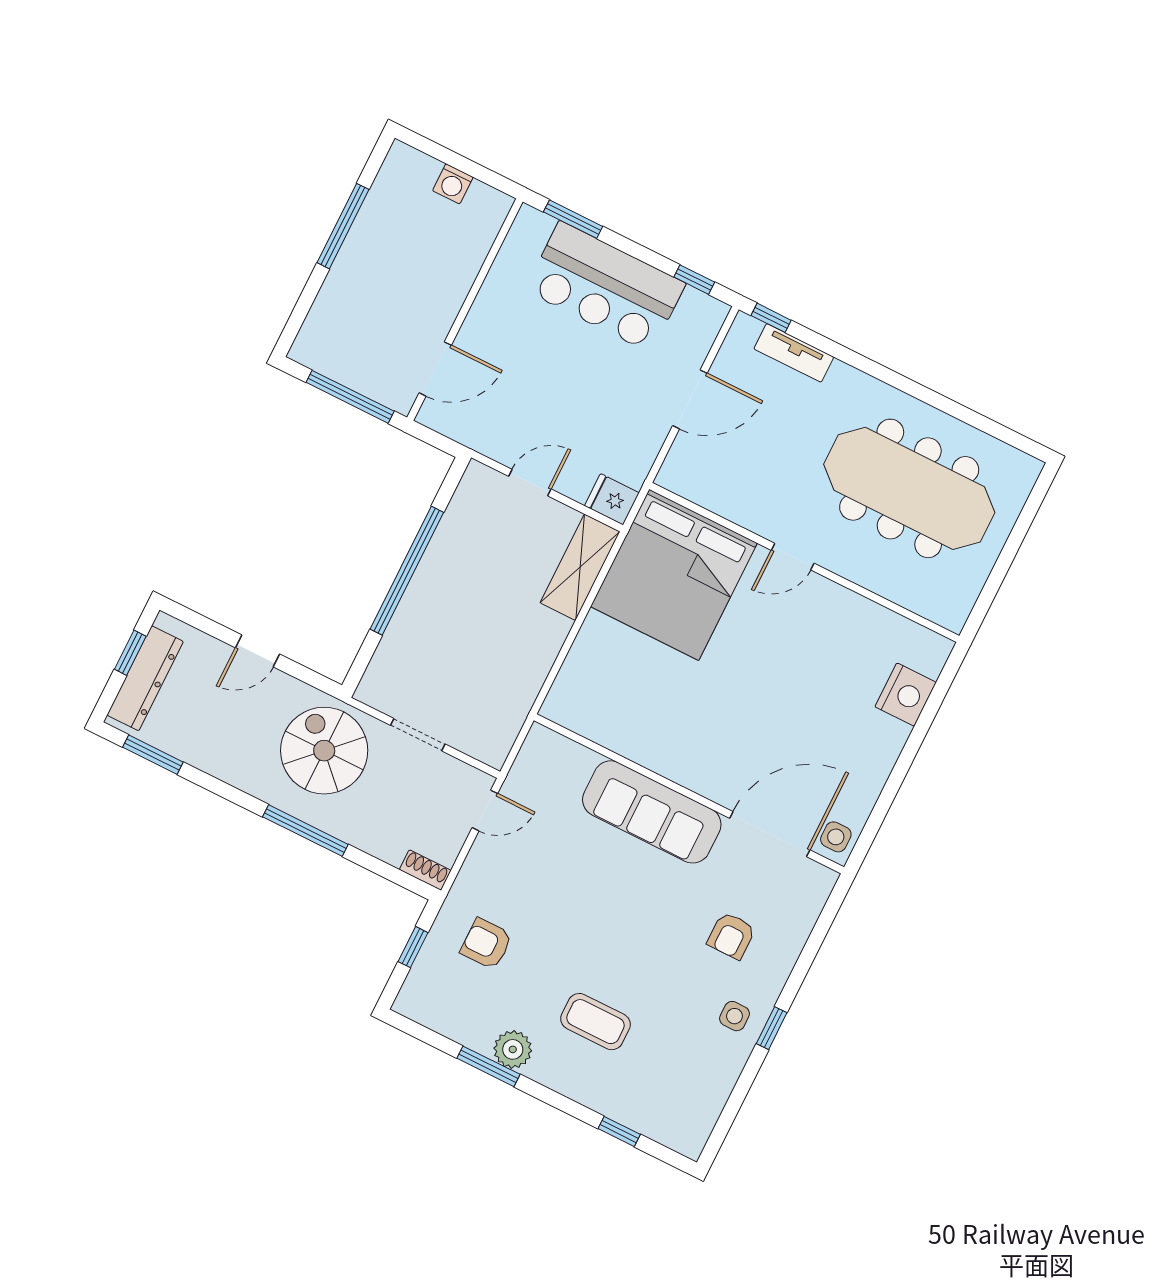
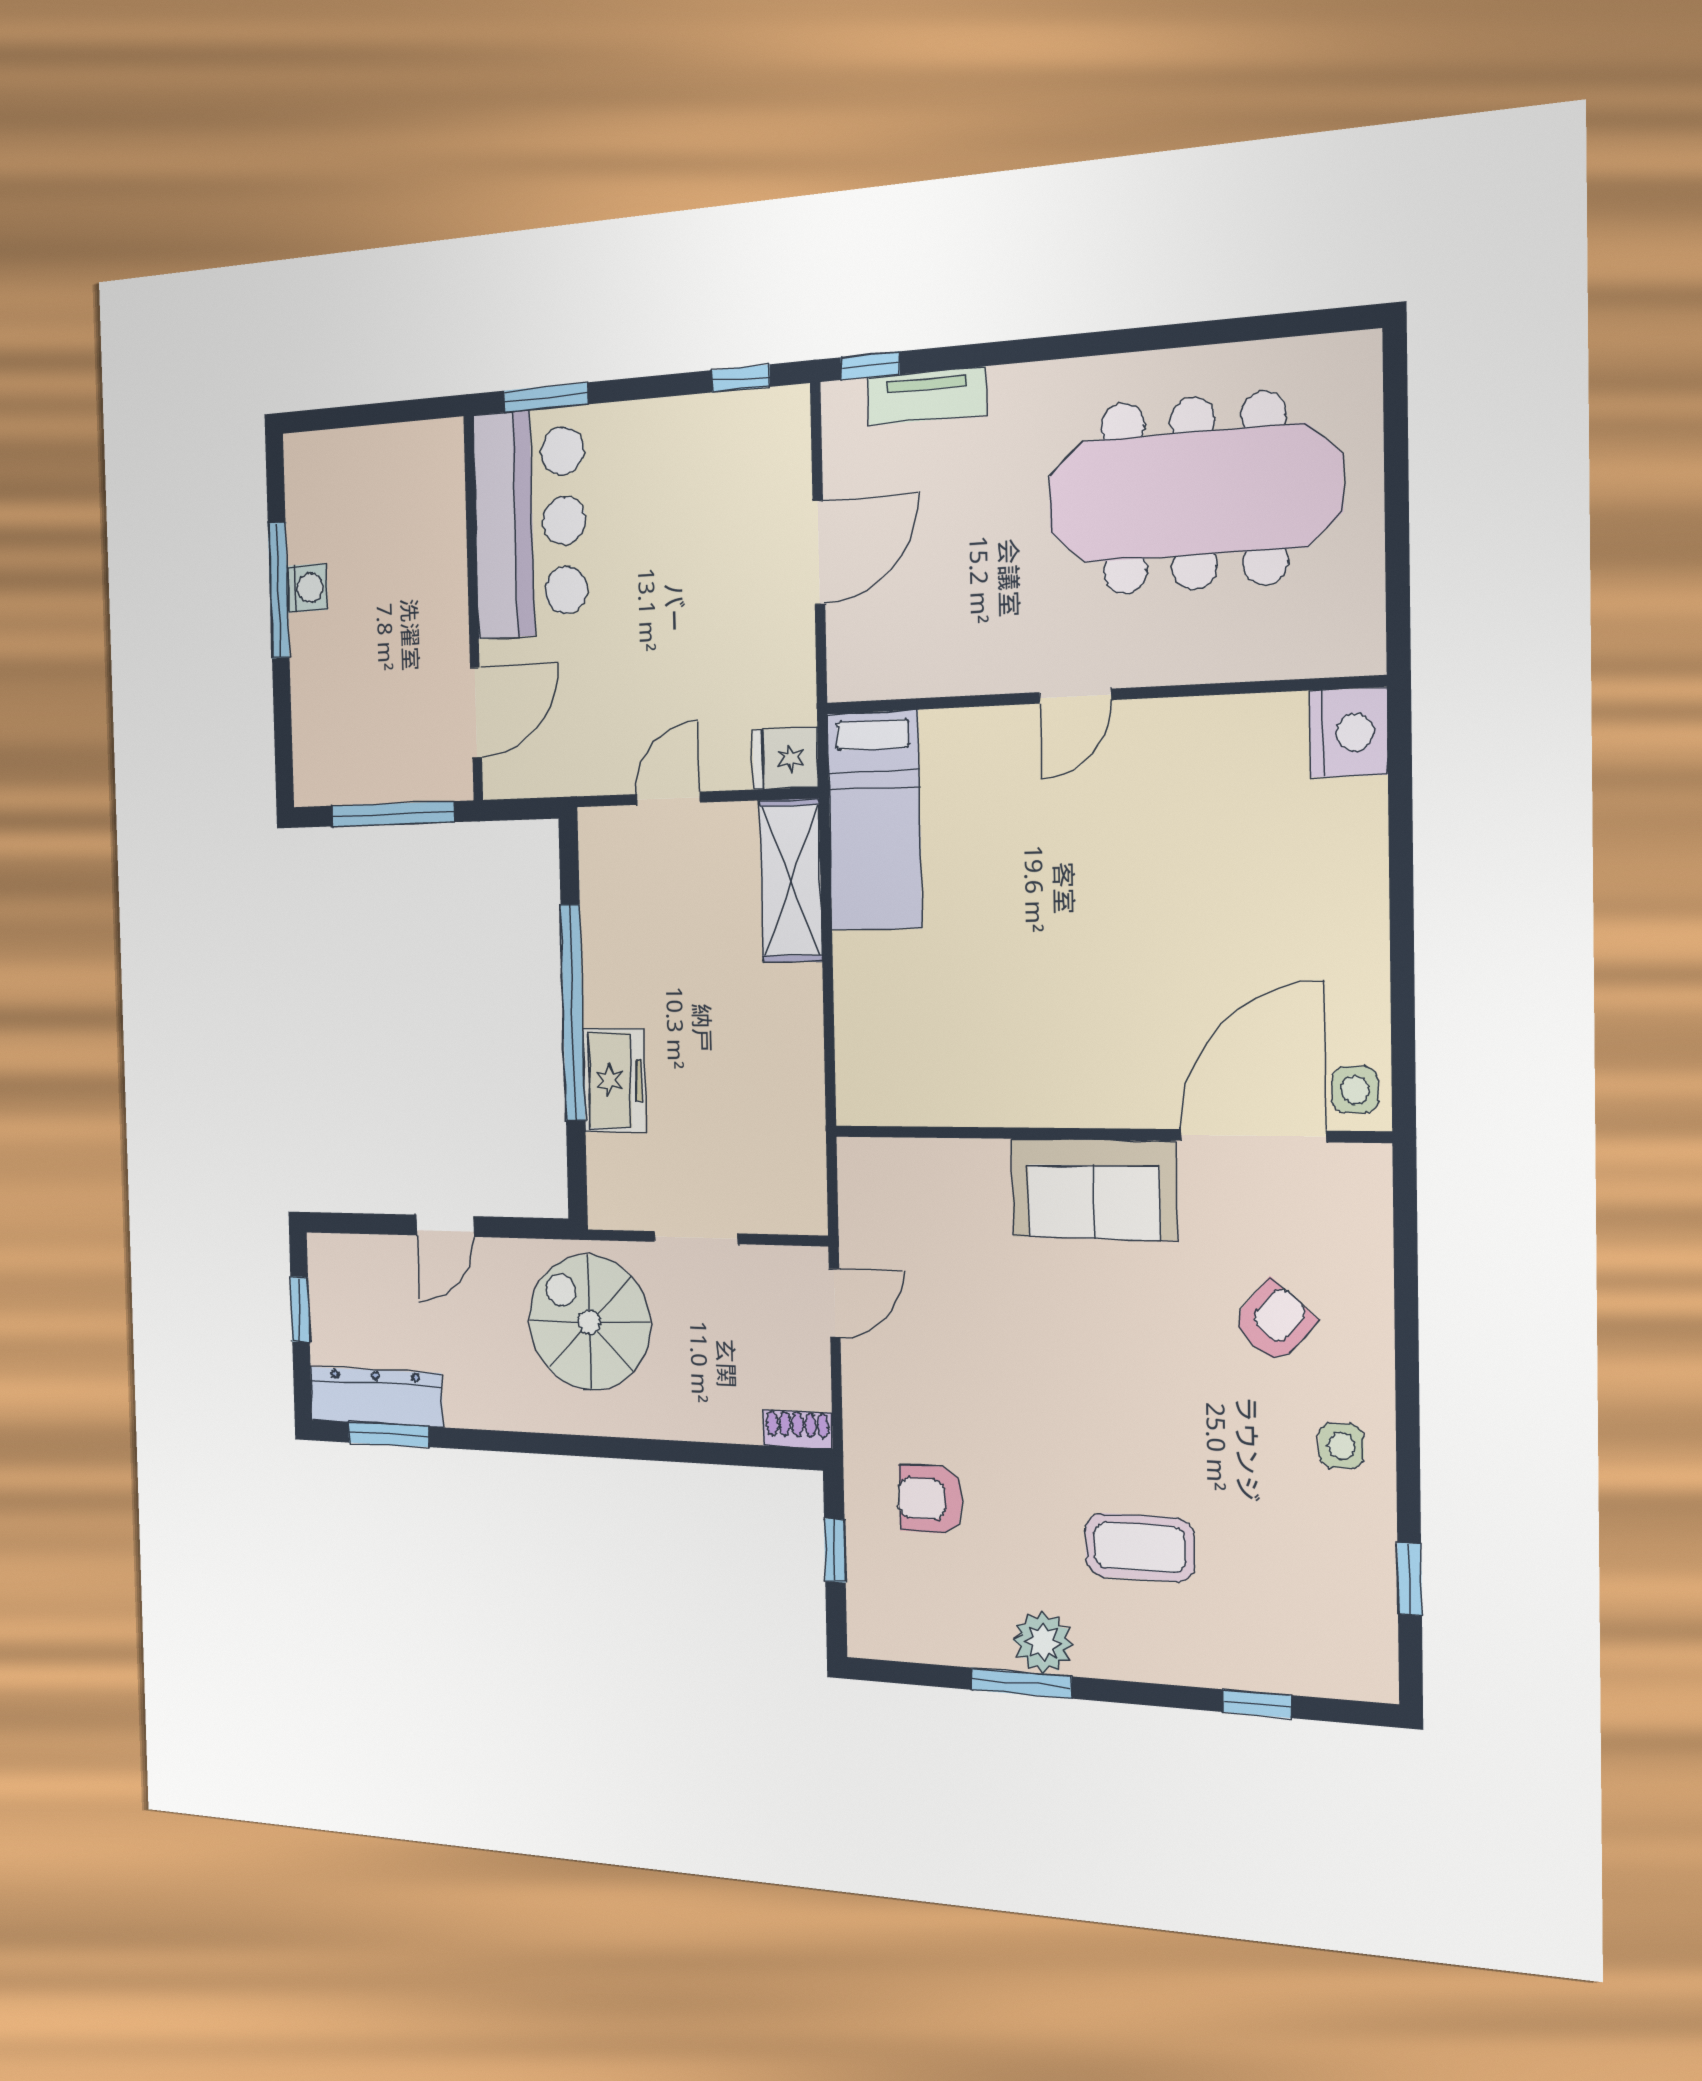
washing machine: (453, 184) -> (307, 588), moved, turned -90
bar counter: (605, 287) -> (530, 523), moved, turned -90
bed: (674, 575) -> (875, 821), width x0.49
freezer: (413, 622) -> (614, 1080), added
dresser: (145, 678) -> (376, 1397), moved, turned -90
nightstand: (906, 695) -> (1349, 732), moved
sofa: (652, 812) -> (1094, 1189), width x0.73
window: (305, 831) -> (619, 1448), removed
armchair: (731, 936) -> (1274, 1322), turned -139
window: (772, 1028) -> (1410, 1579), moved

